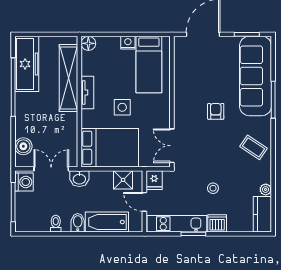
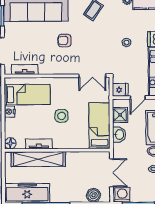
tv unit: (180, 62) -> (25, 70), added
tv unit: (87, 93) -> (39, 144), moved
bed: (110, 148) -> (99, 126), width x0.67
double door: (51, 169) -> (111, 173), swing flipped
washbasin: (79, 179) -> (119, 135), moved

